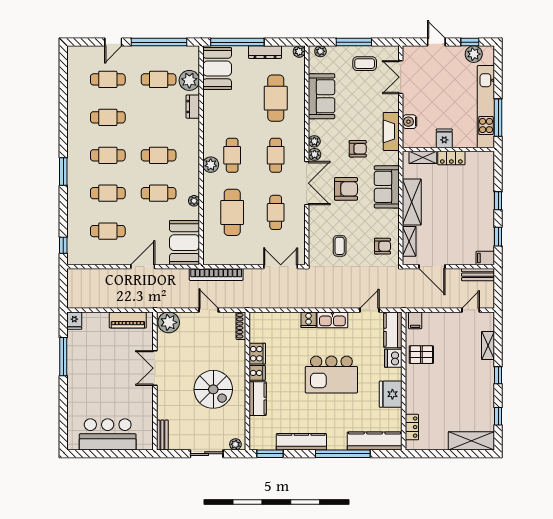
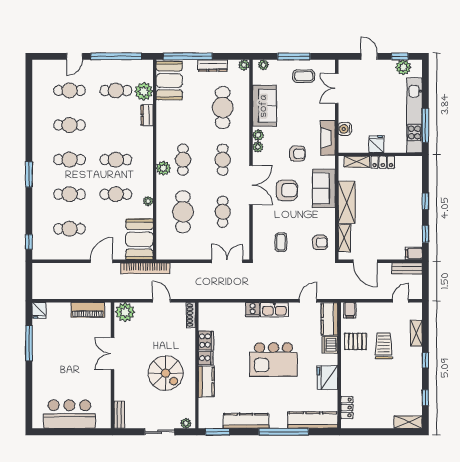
plant: (315, 154) -> (258, 135), moved
bookcase: (216, 274) -> (145, 268), moved
trolley: (452, 360) -> (384, 346), added
shelving: (471, 441) -> (408, 422), width x0.67, depth x0.75

